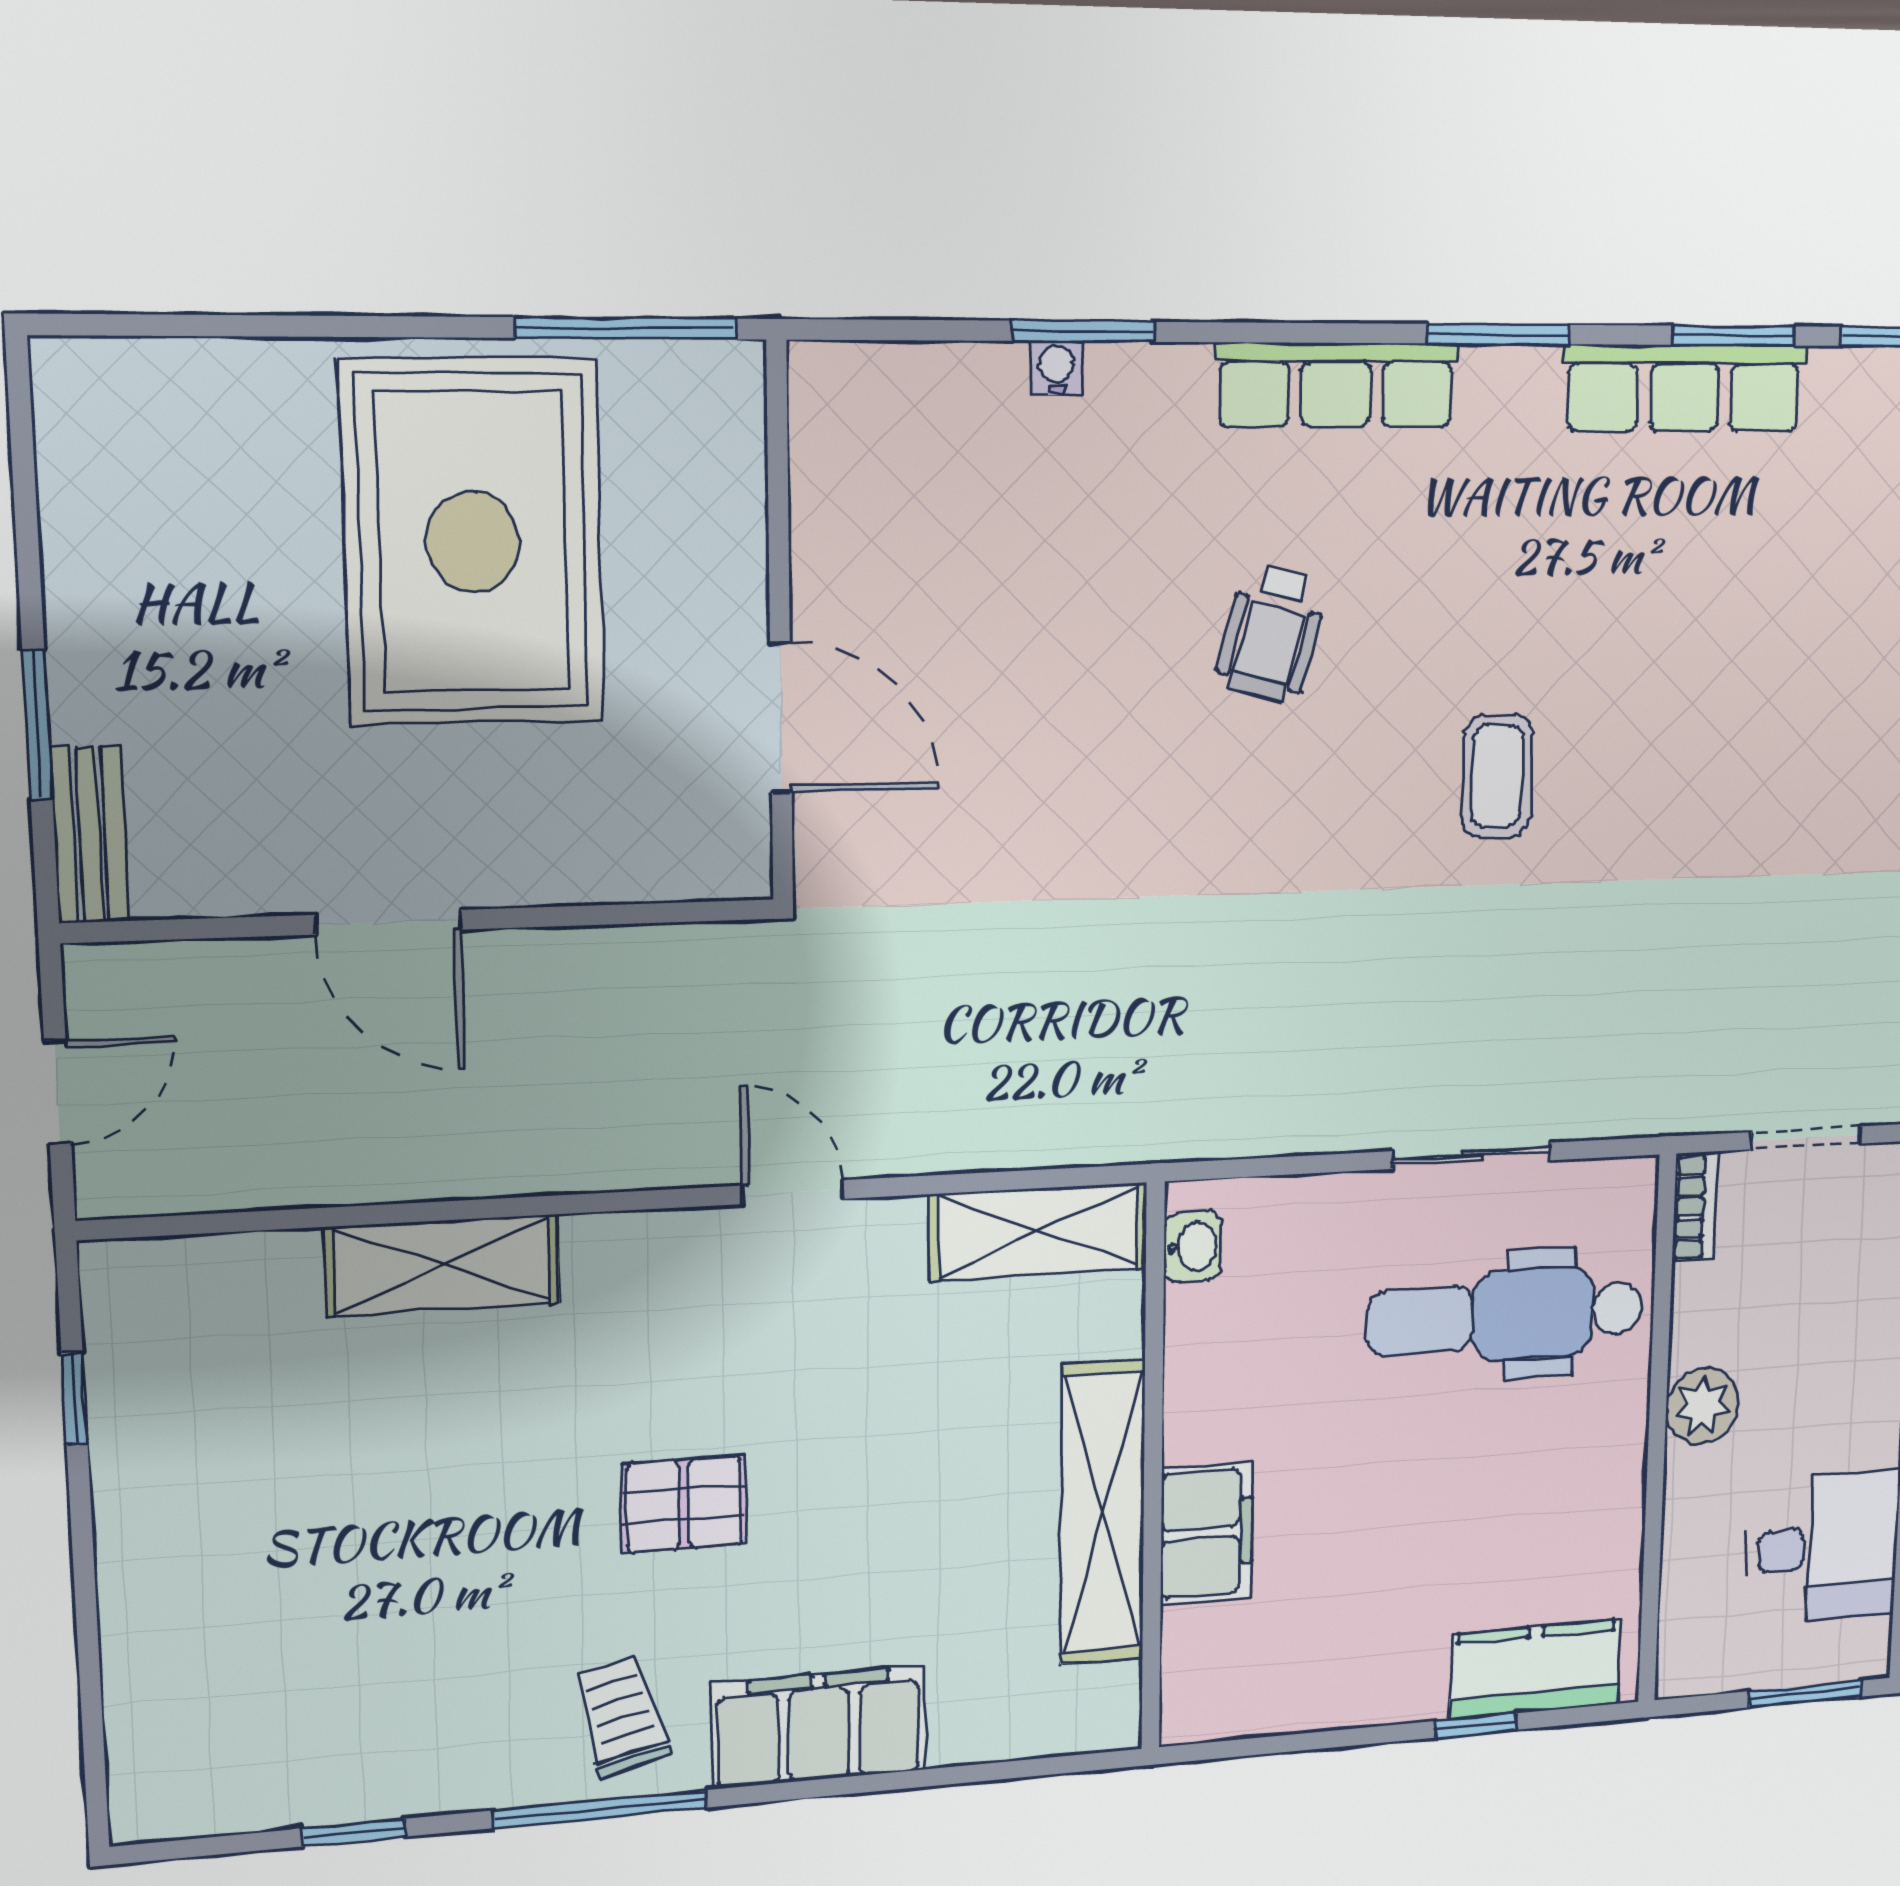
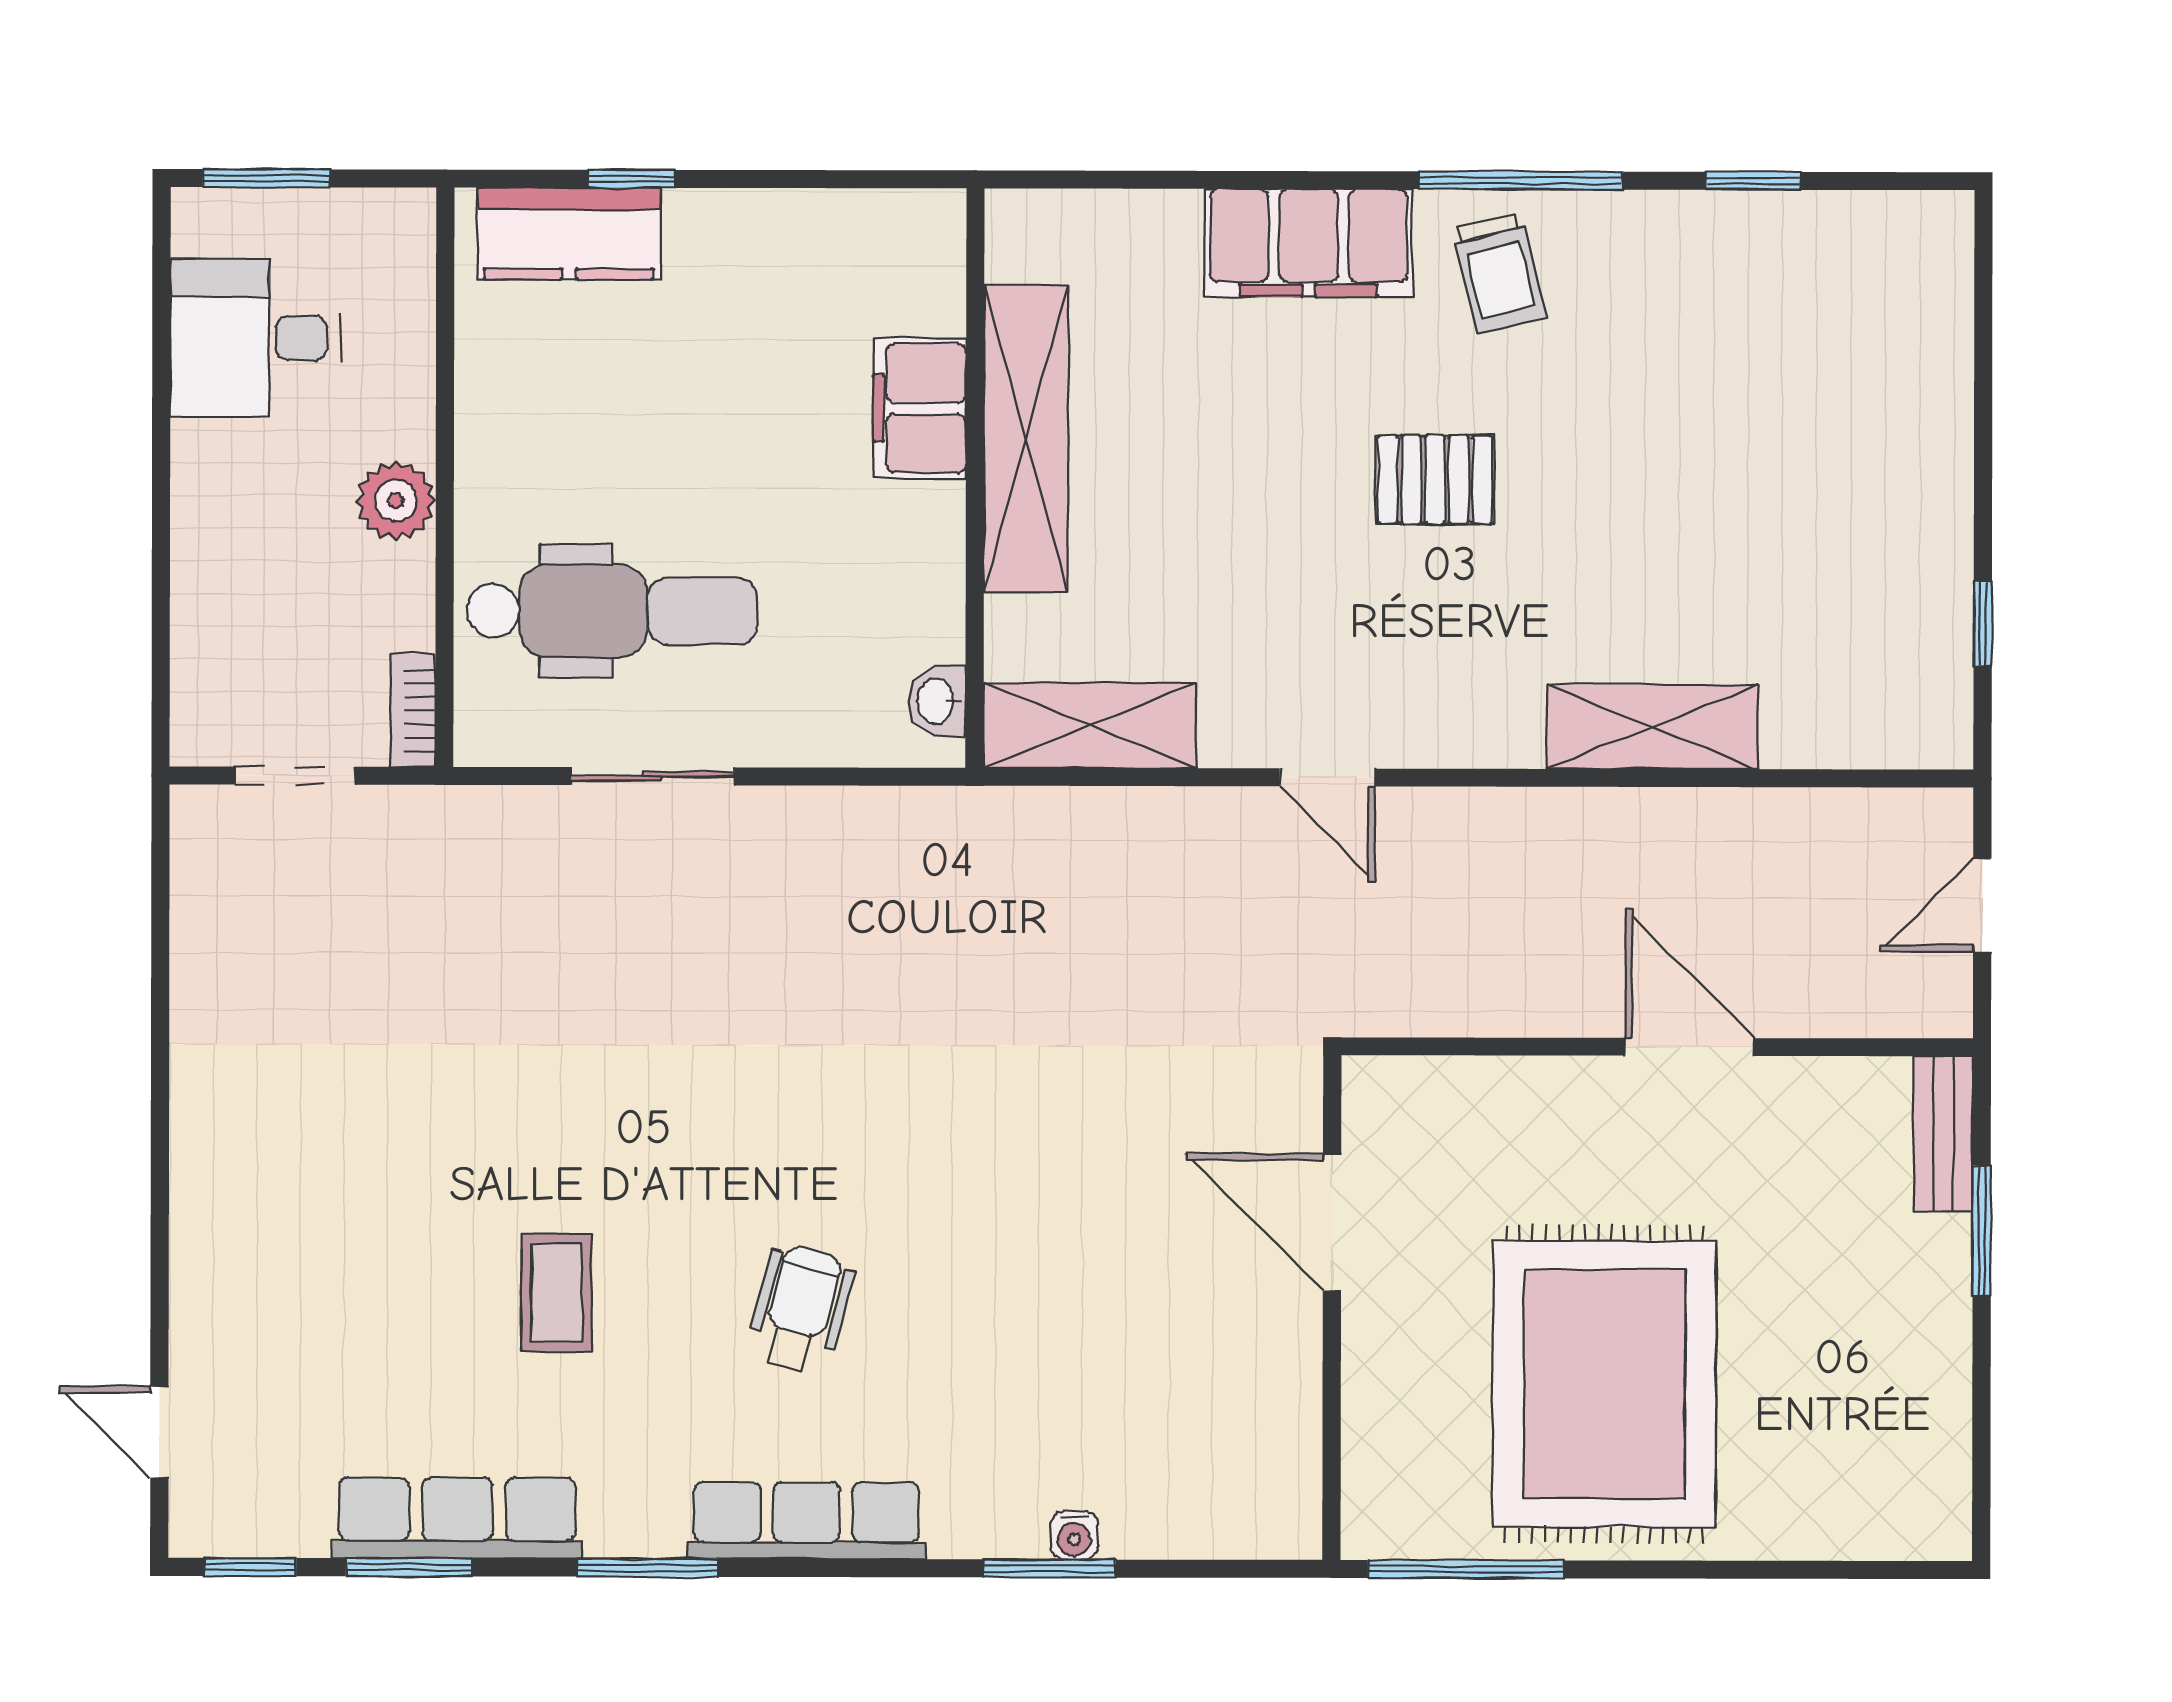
wheelchair: (1272, 633) -> (800, 1309), moved
coffee table: (1497, 776) -> (557, 1293), moved

